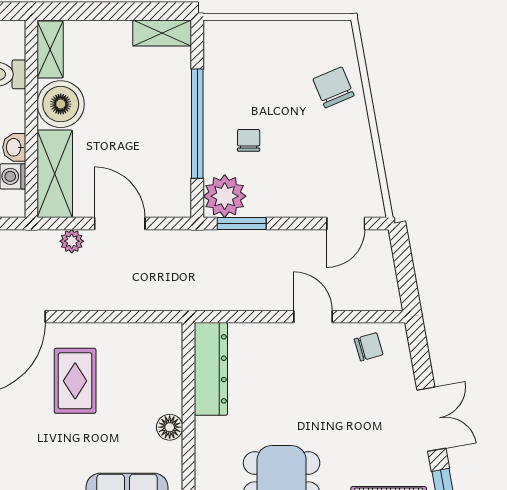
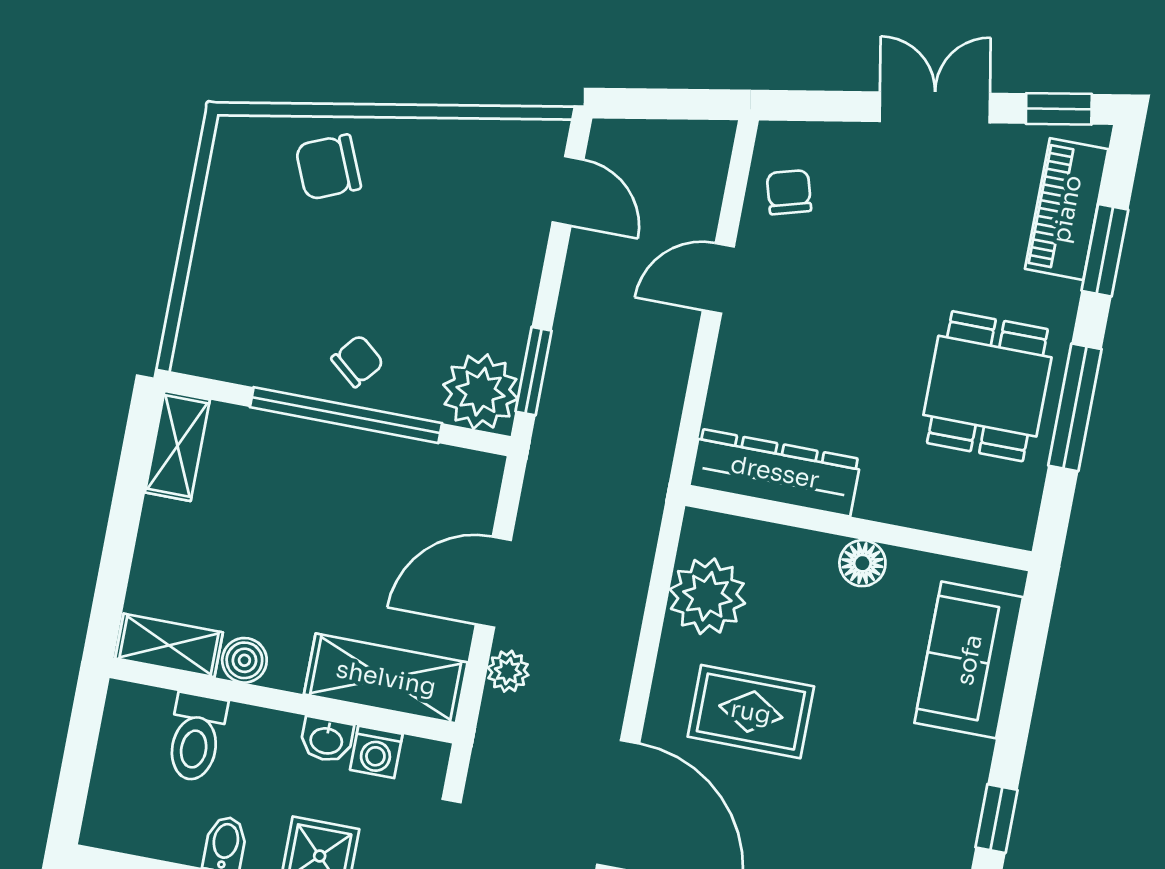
boiler: (61, 104) -> (244, 660), width x0.54, depth x0.54
chair: (249, 140) -> (358, 361), moved, turned 130
plant: (135, 344) -> (707, 596), added

